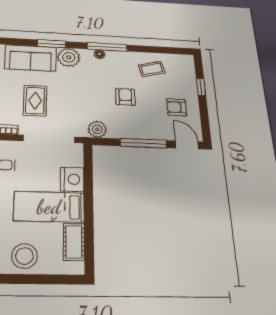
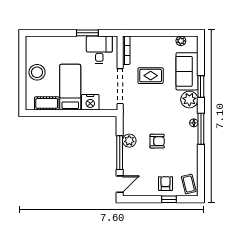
coffee table: (152, 69) -> (189, 184), moved
armchair: (177, 107) -> (165, 184), moved
plant: (97, 129) -> (129, 141), moved

